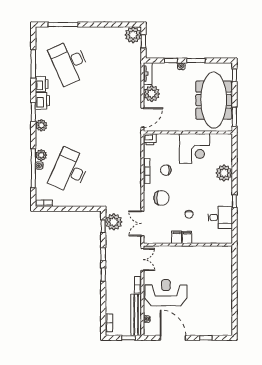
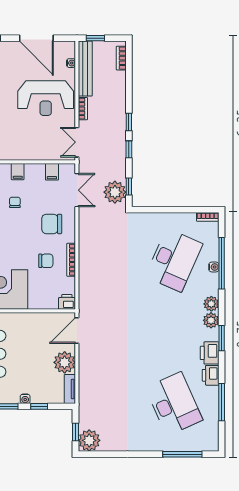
plant: (41, 155) -> (211, 304), moved
filing cabinet: (177, 237) -> (52, 172), moved

